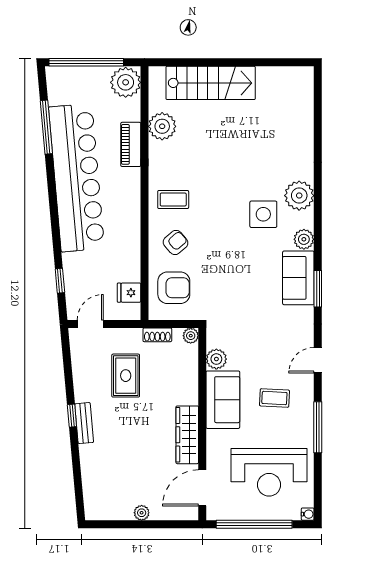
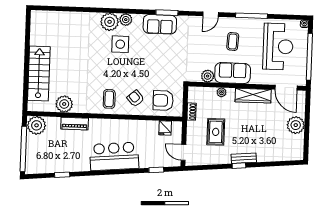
window: (46, 127) -> (62, 175), width x0.46
bar counter: (77, 178) -> (114, 156), width x0.54
plant: (304, 239) -> (126, 20), moved
armchair: (174, 288) -> (163, 100), turned -90
plant: (191, 336) -> (222, 92), moved
door: (318, 360) -> (211, 14), hinge flipped
rug: (126, 376) -> (216, 132), turned 90
plant: (142, 513) -> (296, 125), width x1.87, depth x1.87

